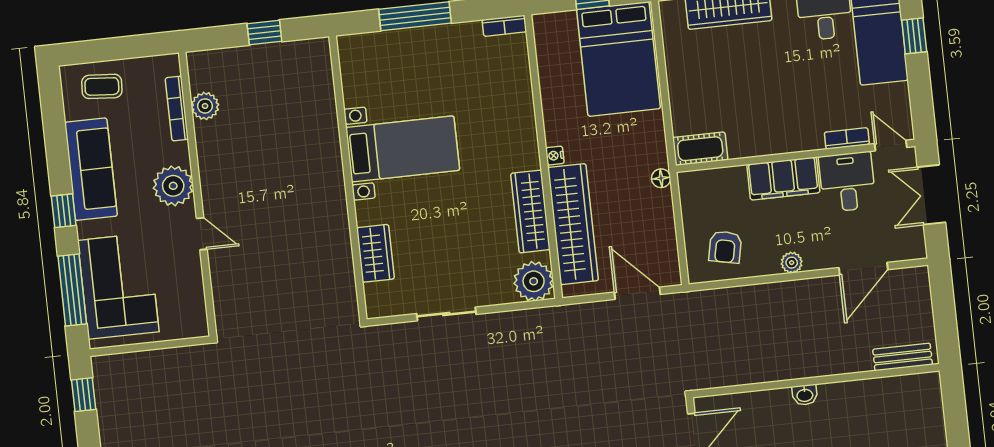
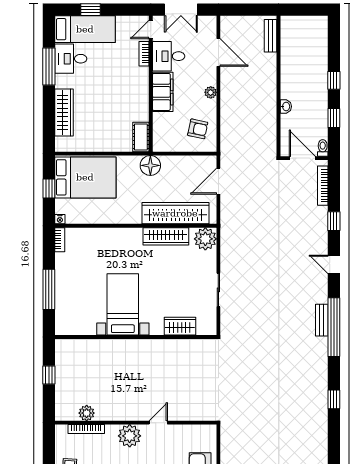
nightstand: (555, 156) -> (60, 219), moved
floor lamp: (661, 178) -> (150, 165), width x1.89, depth x1.89
washbasin: (805, 395) -> (286, 106), moved

